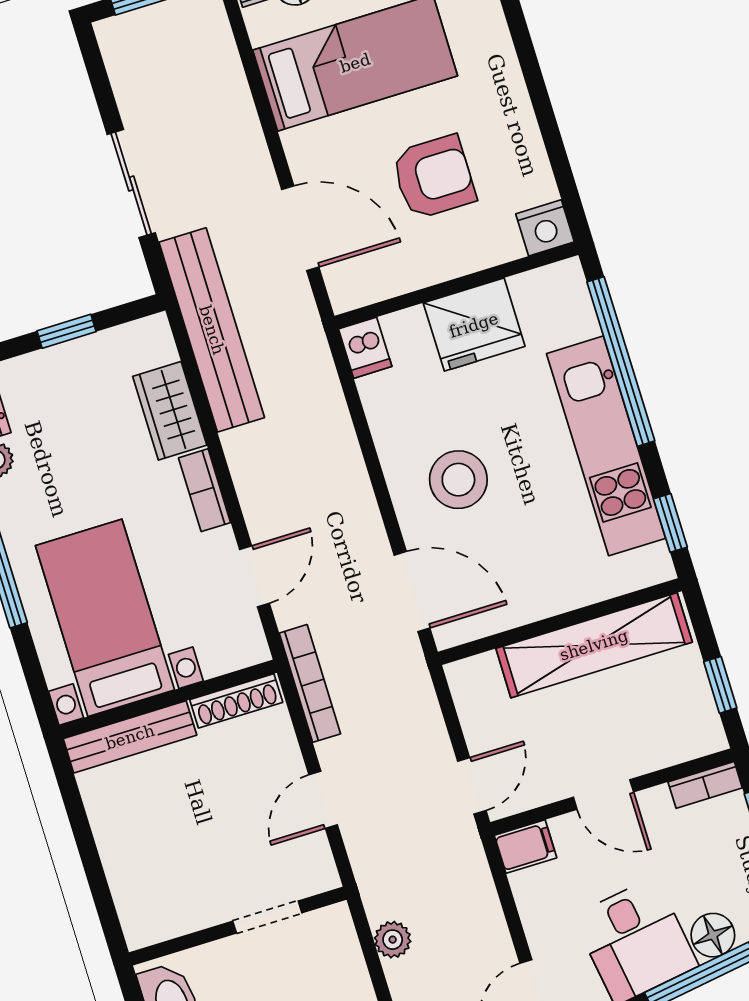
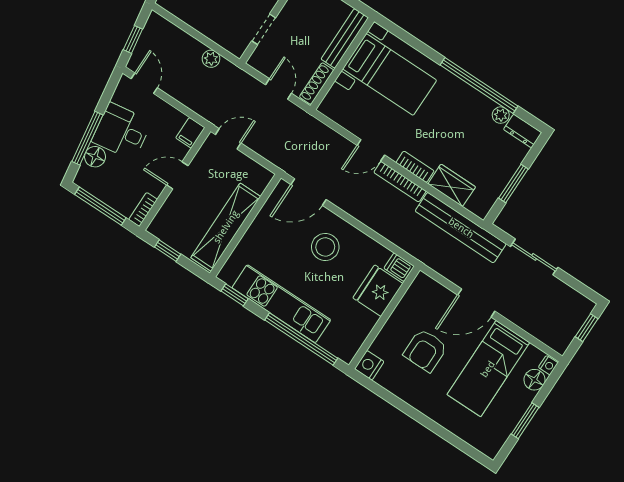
door: (300, 228) -> (476, 303), moved
fridge: (474, 325) -> (378, 291), moved
window: (67, 331) -> (513, 183), width x1.50
door: (254, 576) -> (371, 150), hinge flipped
bed with nightstands: (105, 618) -> (390, 74), moved
bookcase: (310, 683) -> (400, 182), moved
wall: (168, 699) -> (342, 64), moved
shoe rack: (236, 701) -> (317, 84), moved
bench: (130, 737) -> (345, 38), moved
door: (472, 786) -> (228, 139), swing flipped

